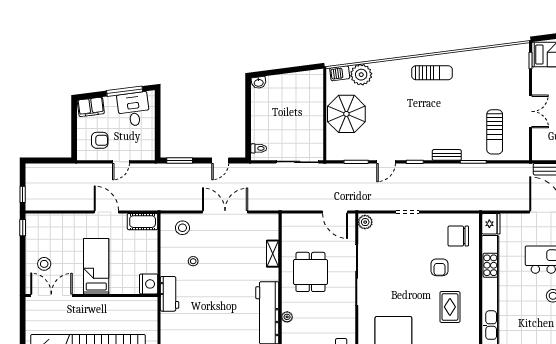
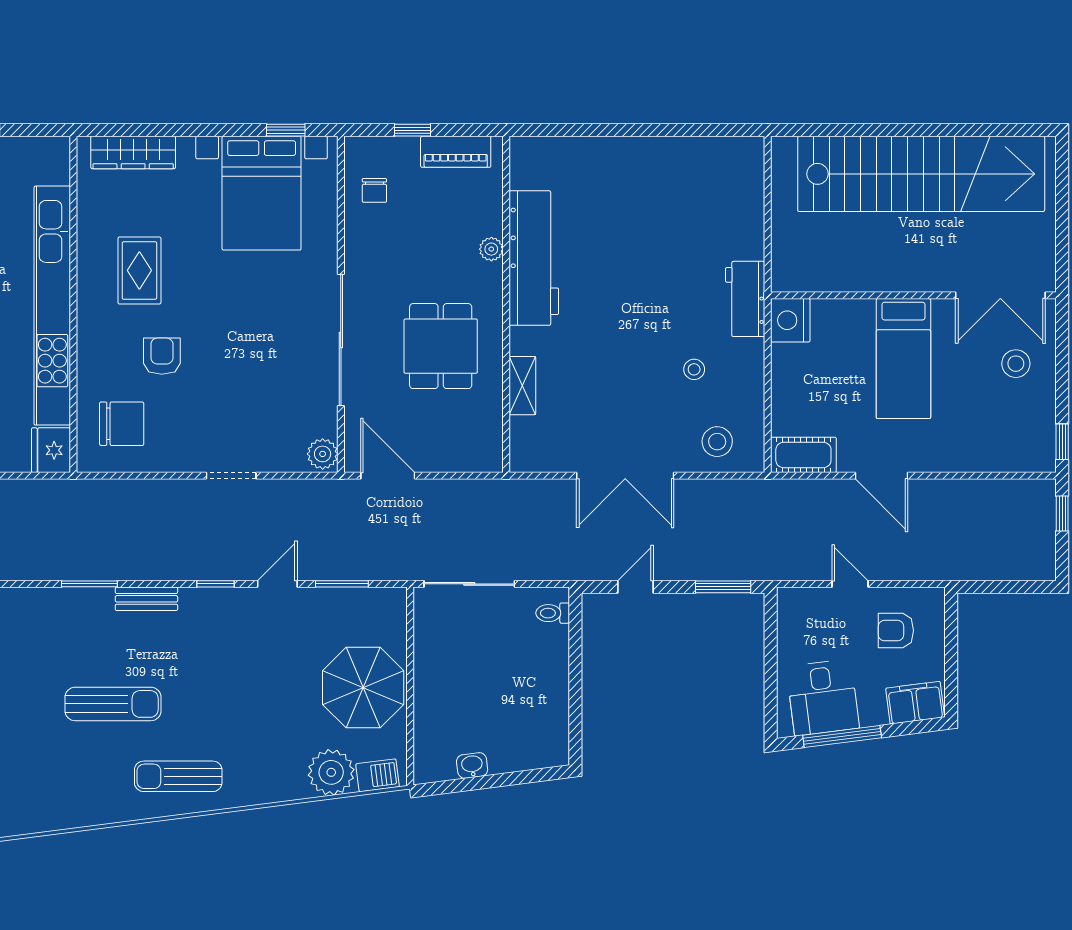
washbasin: (259, 83) -> (472, 766), moved
sun lounger: (495, 132) -> (113, 704), moved, turned 90
door: (121, 162) -> (850, 584), hinge flipped

